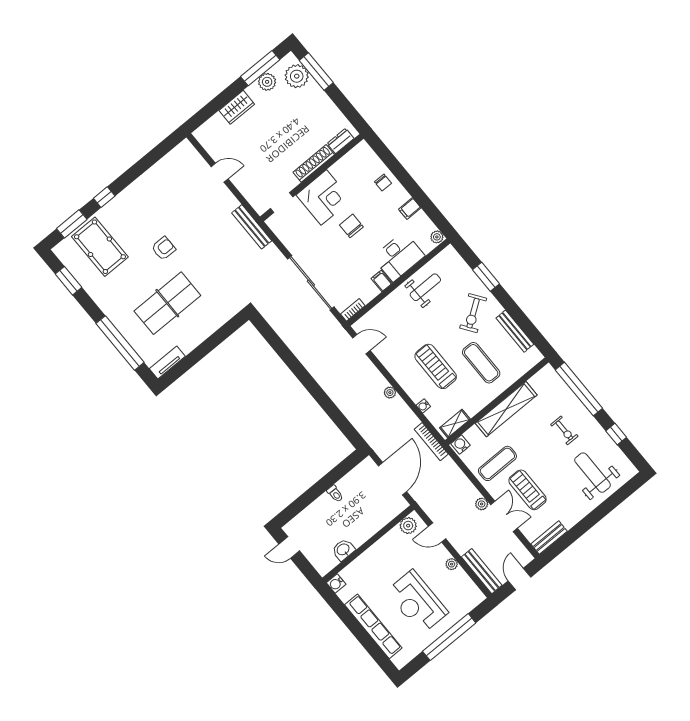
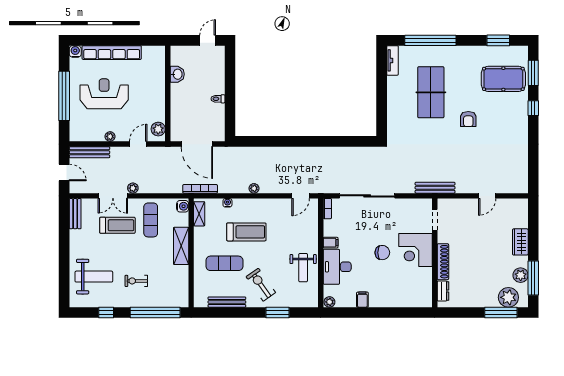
chair: (383, 182) -> (394, 296), removed
shelving: (506, 409) -> (181, 246), width x0.68
water cooler: (336, 583) -> (75, 51), moved

